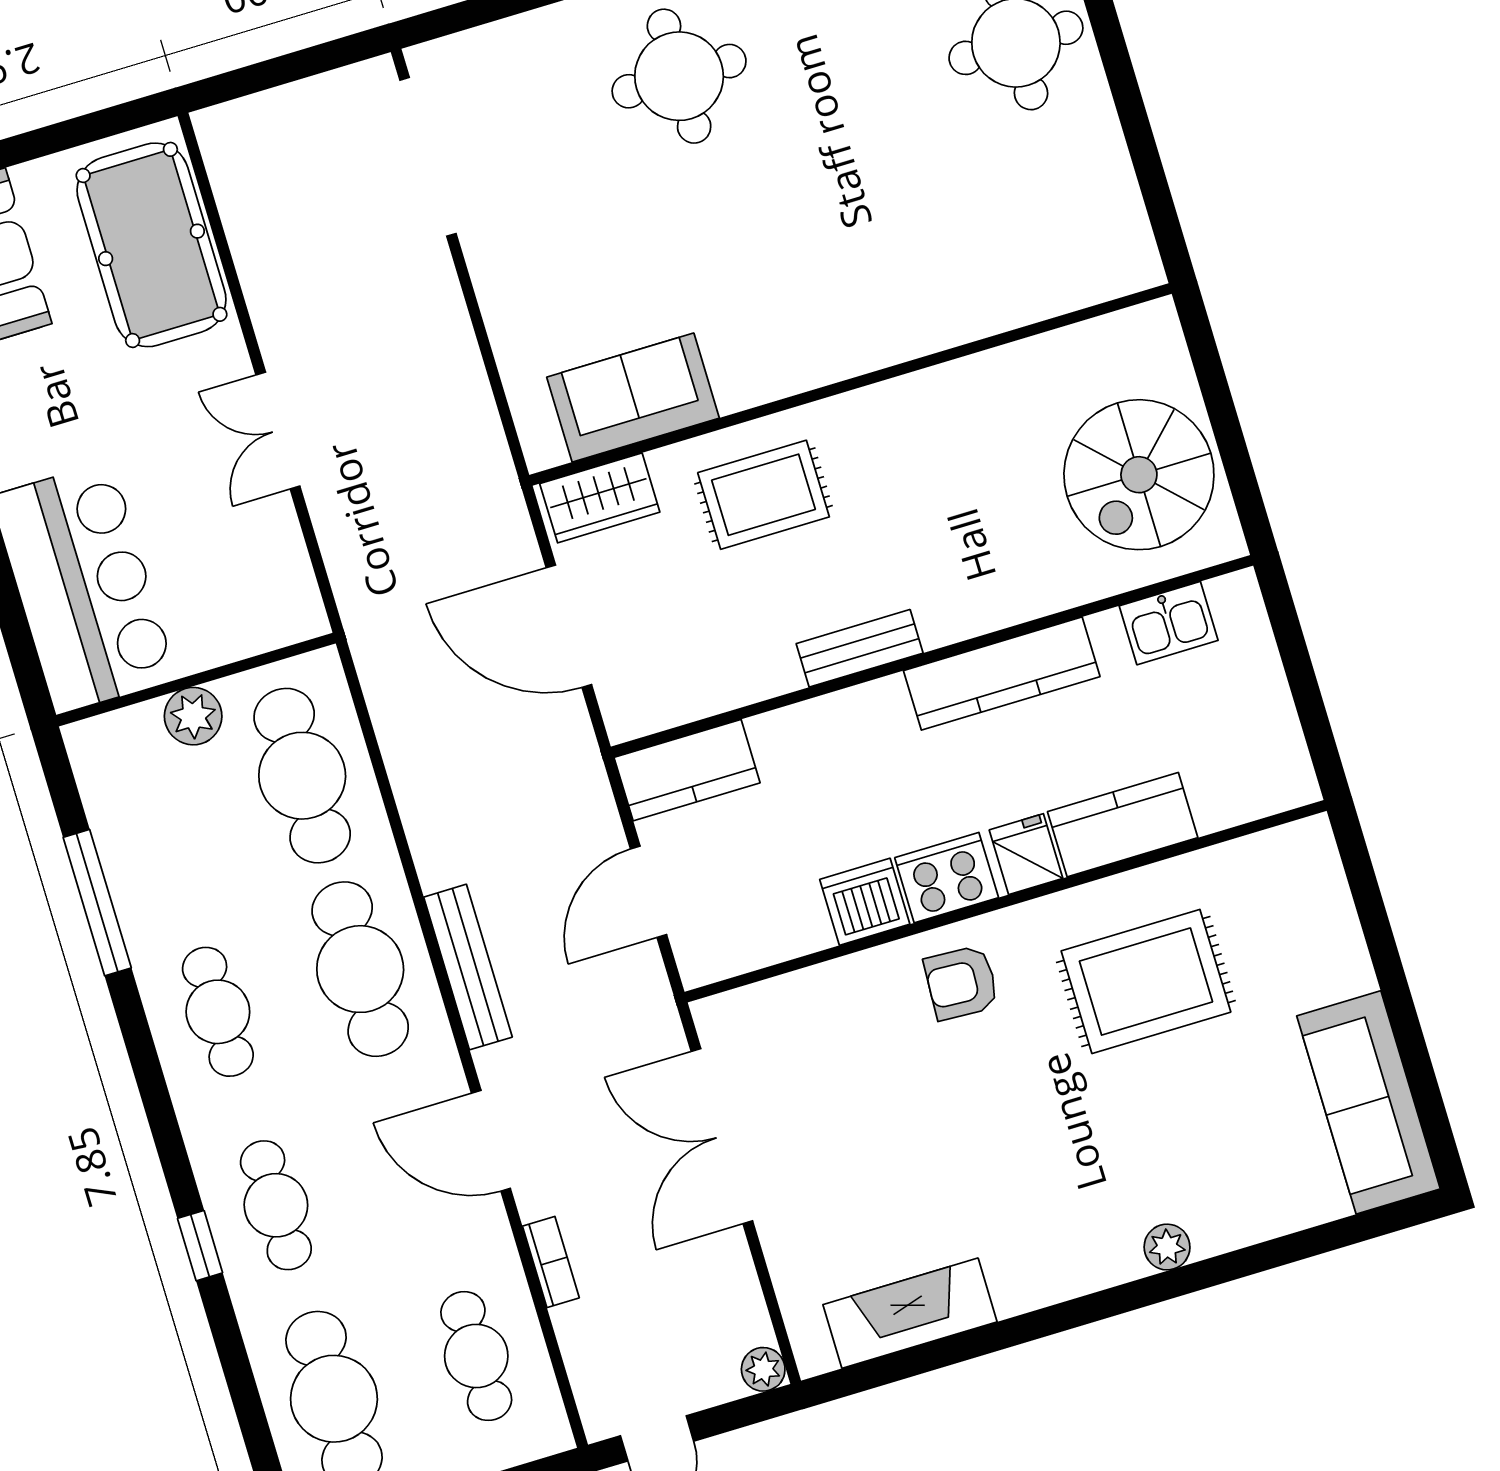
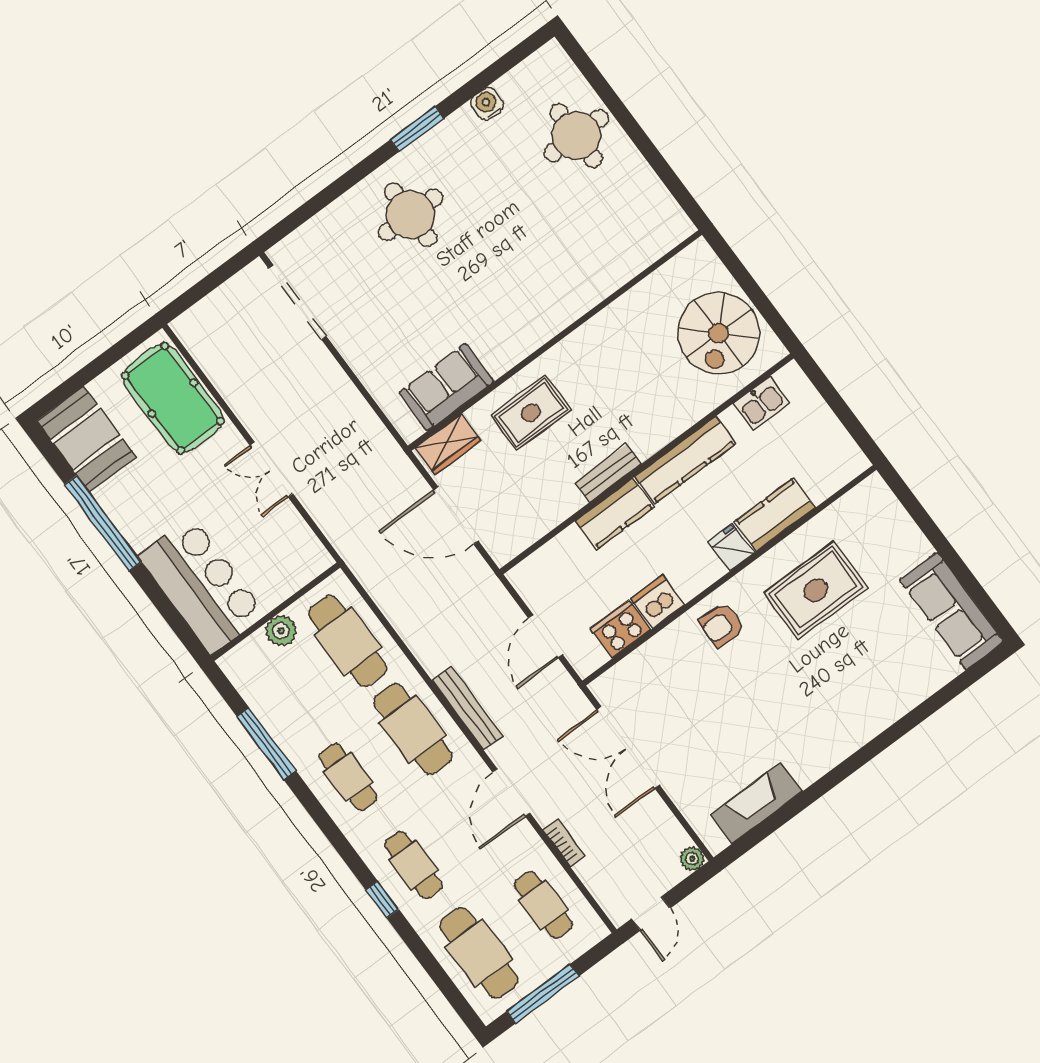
kitchen counter: (687, 770) -> (615, 514), moved
cooker: (947, 878) -> (621, 629), moved
door: (491, 1141) -> (511, 792), hinge flipped
plant: (1167, 1247) -> (876, 722), removed

